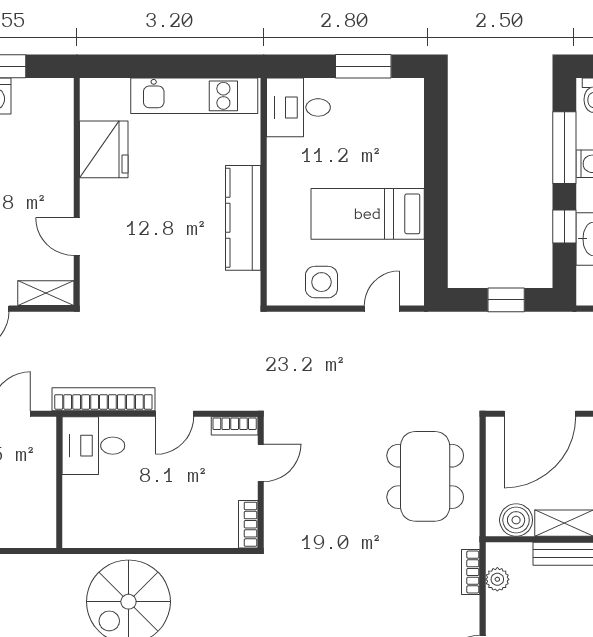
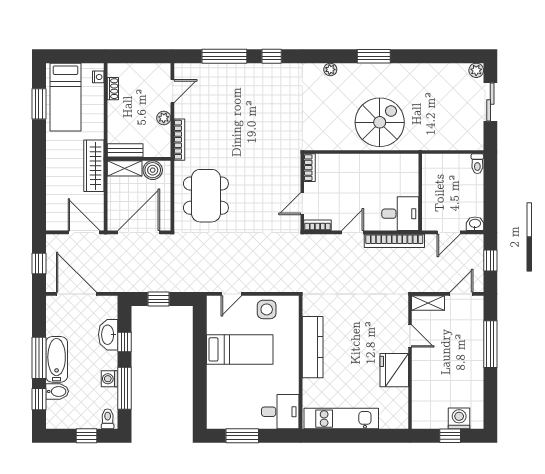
fridge: (104, 149) -> (394, 370), moved
bookcase: (471, 572) -> (179, 140), width x1.56
plant: (497, 579) -> (164, 118), moved

